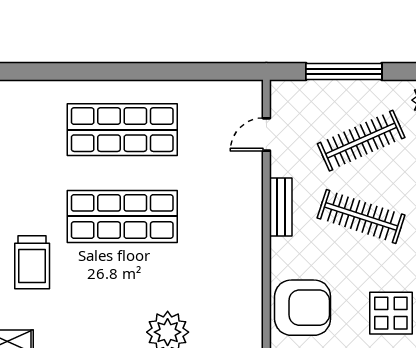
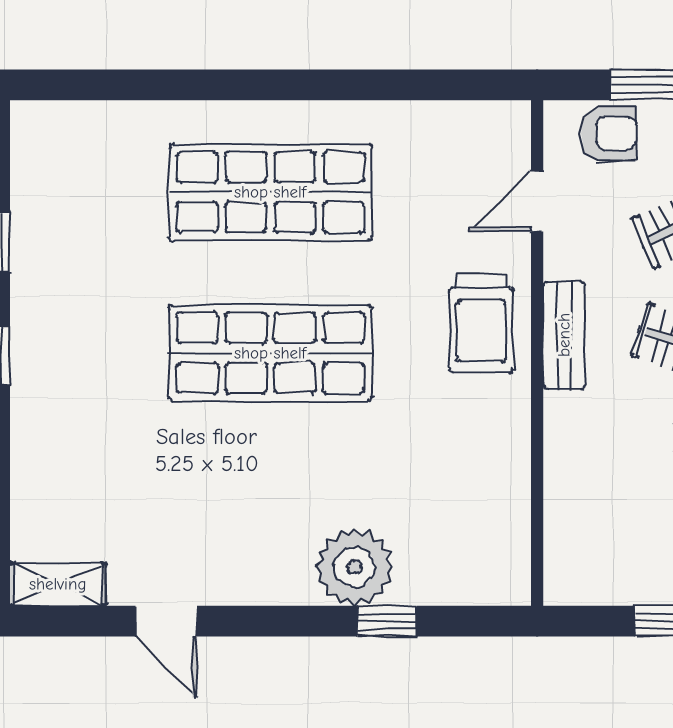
trolley: (32, 262) -> (481, 324), moved
armchair: (303, 308) -> (609, 133), moved, width x0.53, depth x0.53

